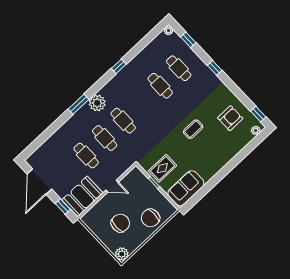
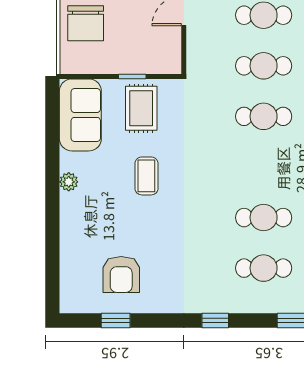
window: (258, 114) -> (116, 321), moved
coffee table: (193, 129) -> (146, 176), moved
plant: (256, 130) -> (69, 182), moved
chair: (150, 218) -> (86, 23), turned 180

